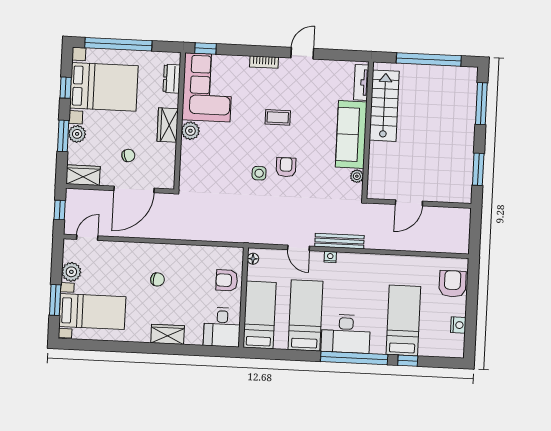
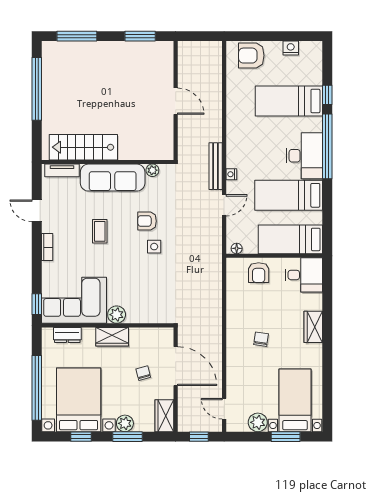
tv unit: (361, 82) -> (62, 170), moved
stairs: (384, 106) -> (83, 147), moved
wall: (368, 130) -> (108, 162), moved
sofa: (351, 135) -> (113, 178), moved
plant: (357, 176) -> (152, 170), moved

